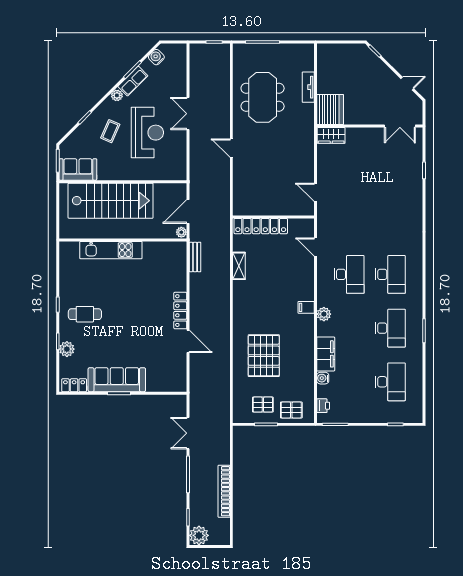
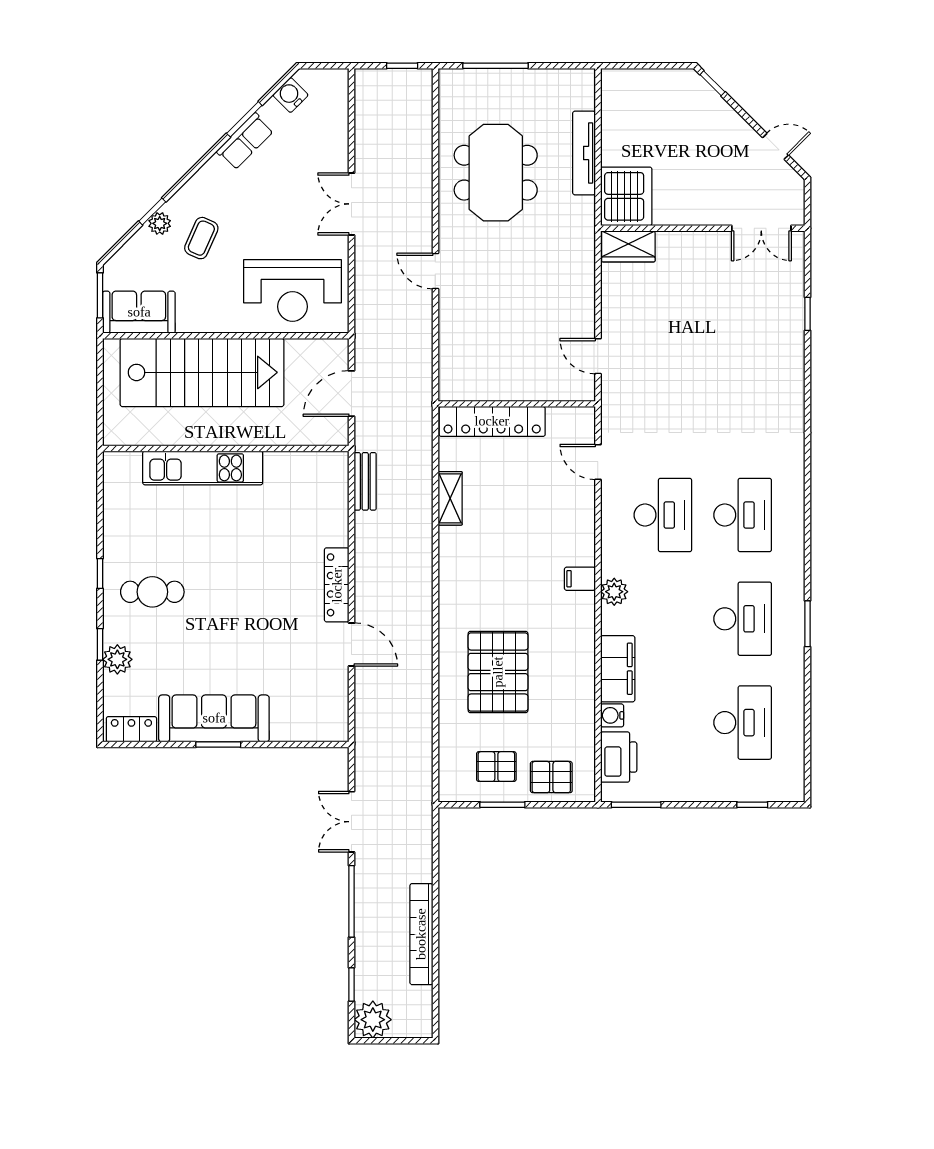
tv unit: (308, 87) -> (584, 153), width x1.41
plant: (117, 95) -> (160, 223), moved
reception desk: (147, 133) -> (293, 290), moved, turned 90
plant: (181, 232) -> (339, 433), removed
printer: (323, 406) -> (619, 757), width x1.87, depth x1.48

